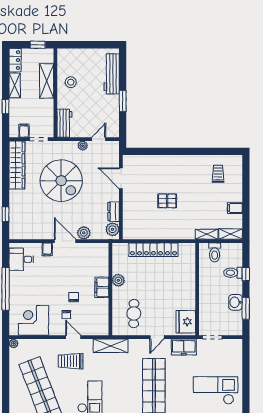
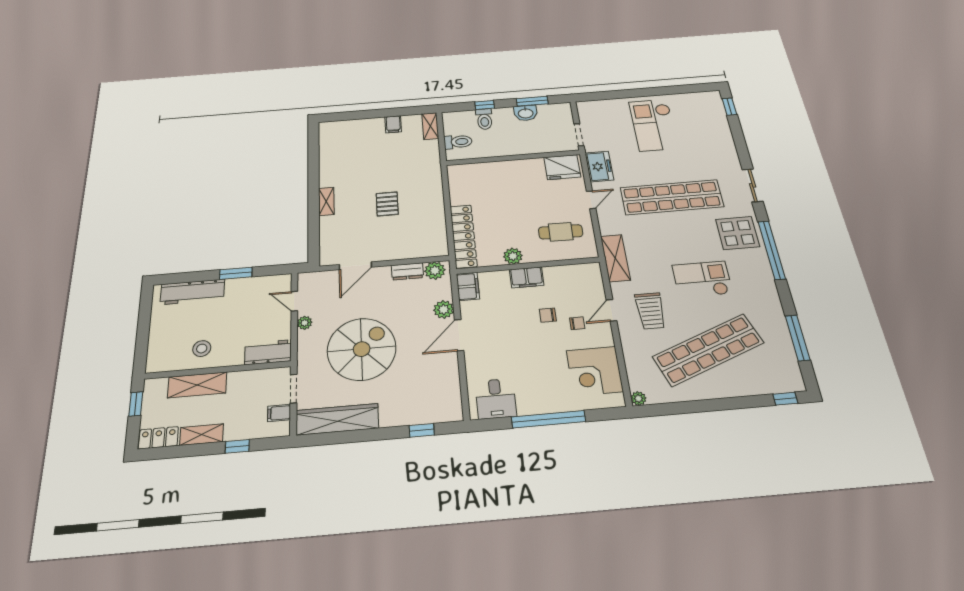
trolley: (218, 174) -> (345, 147), removed
shelving: (207, 234) -> (326, 201), moved
filing cabinet: (47, 249) -> (468, 286), moved, width x2.00
locker: (153, 250) -> (463, 236), moved
door: (157, 337) -> (591, 200), hinge flipped

